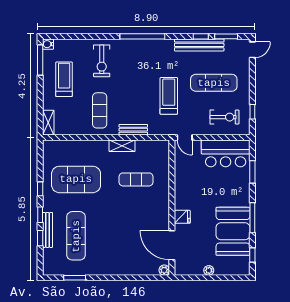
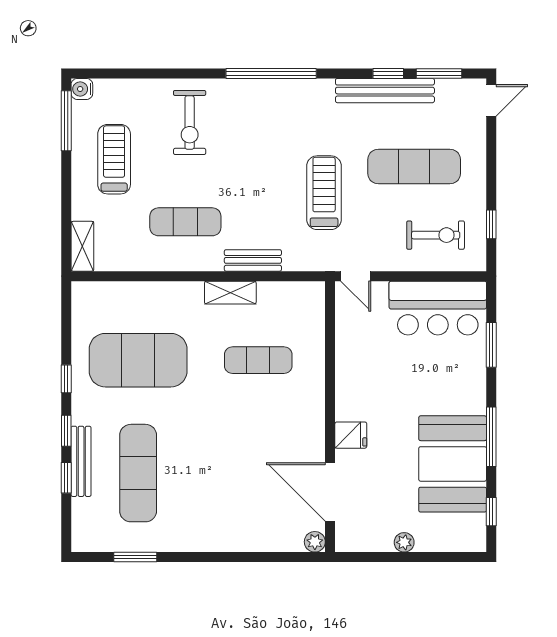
exercise mat: (100, 110) -> (185, 222), turned 90

